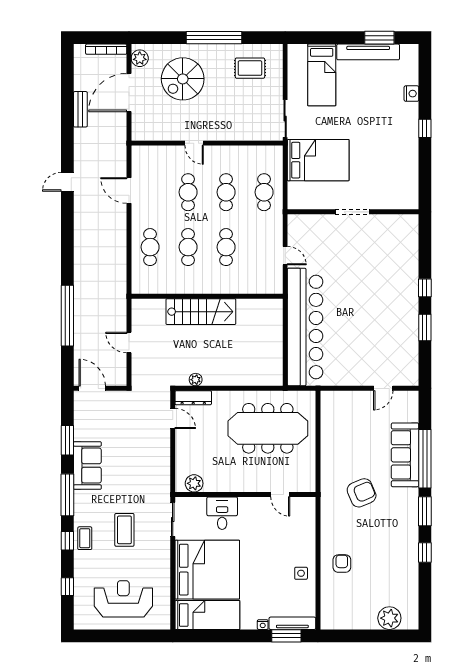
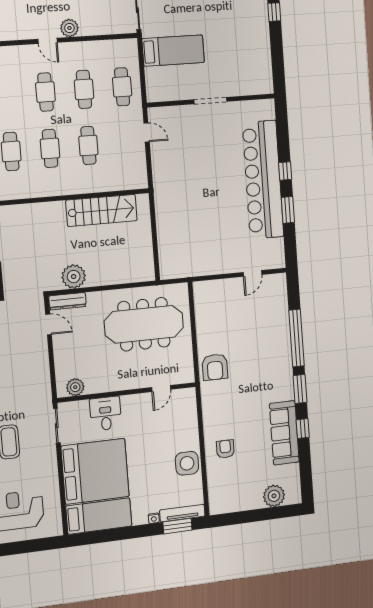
plant: (216, 132) -> (69, 28), added
bed: (318, 160) -> (173, 51), width x0.67
door: (285, 256) -> (147, 132), moved
stairs: (201, 312) -> (102, 210), moved
bar counter: (305, 327) -> (263, 180), moved, turned 180
plant: (196, 380) -> (74, 277), width x1.87, depth x1.87
sofa: (405, 455) -> (284, 433), moved
armchair: (362, 493) -> (215, 367), moved, turned 113
door: (280, 494) -> (161, 388), hinge flipped
side table: (301, 573) -> (187, 463), width x1.87, depth x1.87

